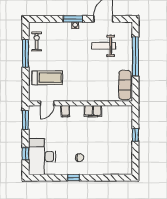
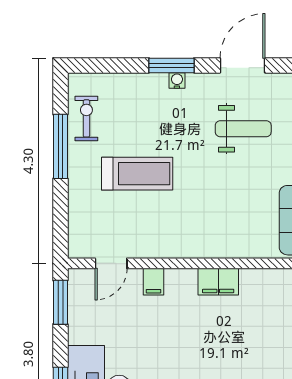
weight bench: (104, 46) -> (243, 129), turned 180
treadmill: (47, 78) -> (137, 174), moved

